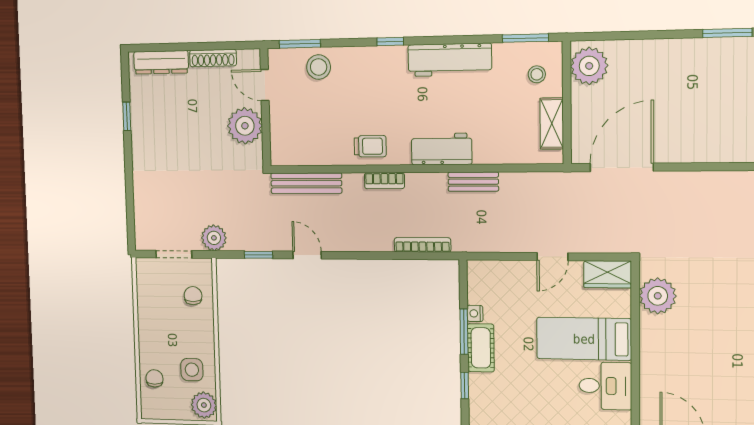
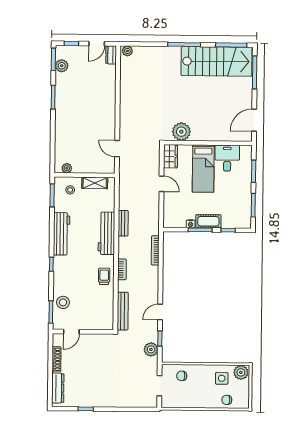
plant: (589, 66) -> (67, 168), width x0.53, depth x0.53
plant: (245, 126) -> (92, 343), removed
workbench: (442, 149) -> (106, 233), width x1.38
door: (622, 167) -> (117, 149), width x0.53
plant: (214, 238) -> (151, 349), moved

